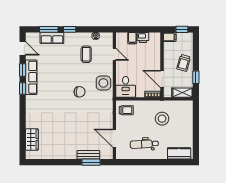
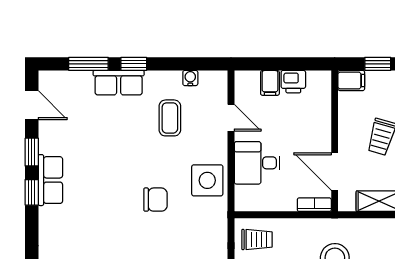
row of seats: (52, 38) -> (119, 83), moved
row of seats: (31, 77) -> (50, 180), width x0.68
desk: (126, 87) -> (257, 163), moved, turned 90

